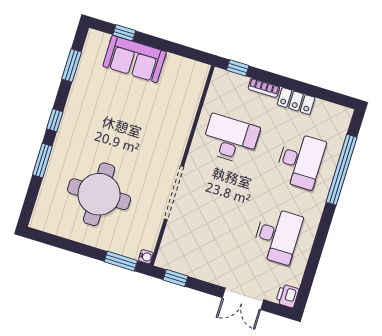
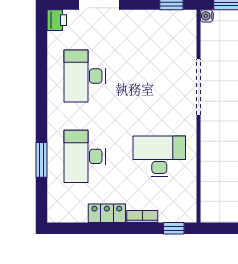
desk: (231, 139) -> (159, 156), turned 180
window: (342, 170) -> (42, 160), width x0.47

